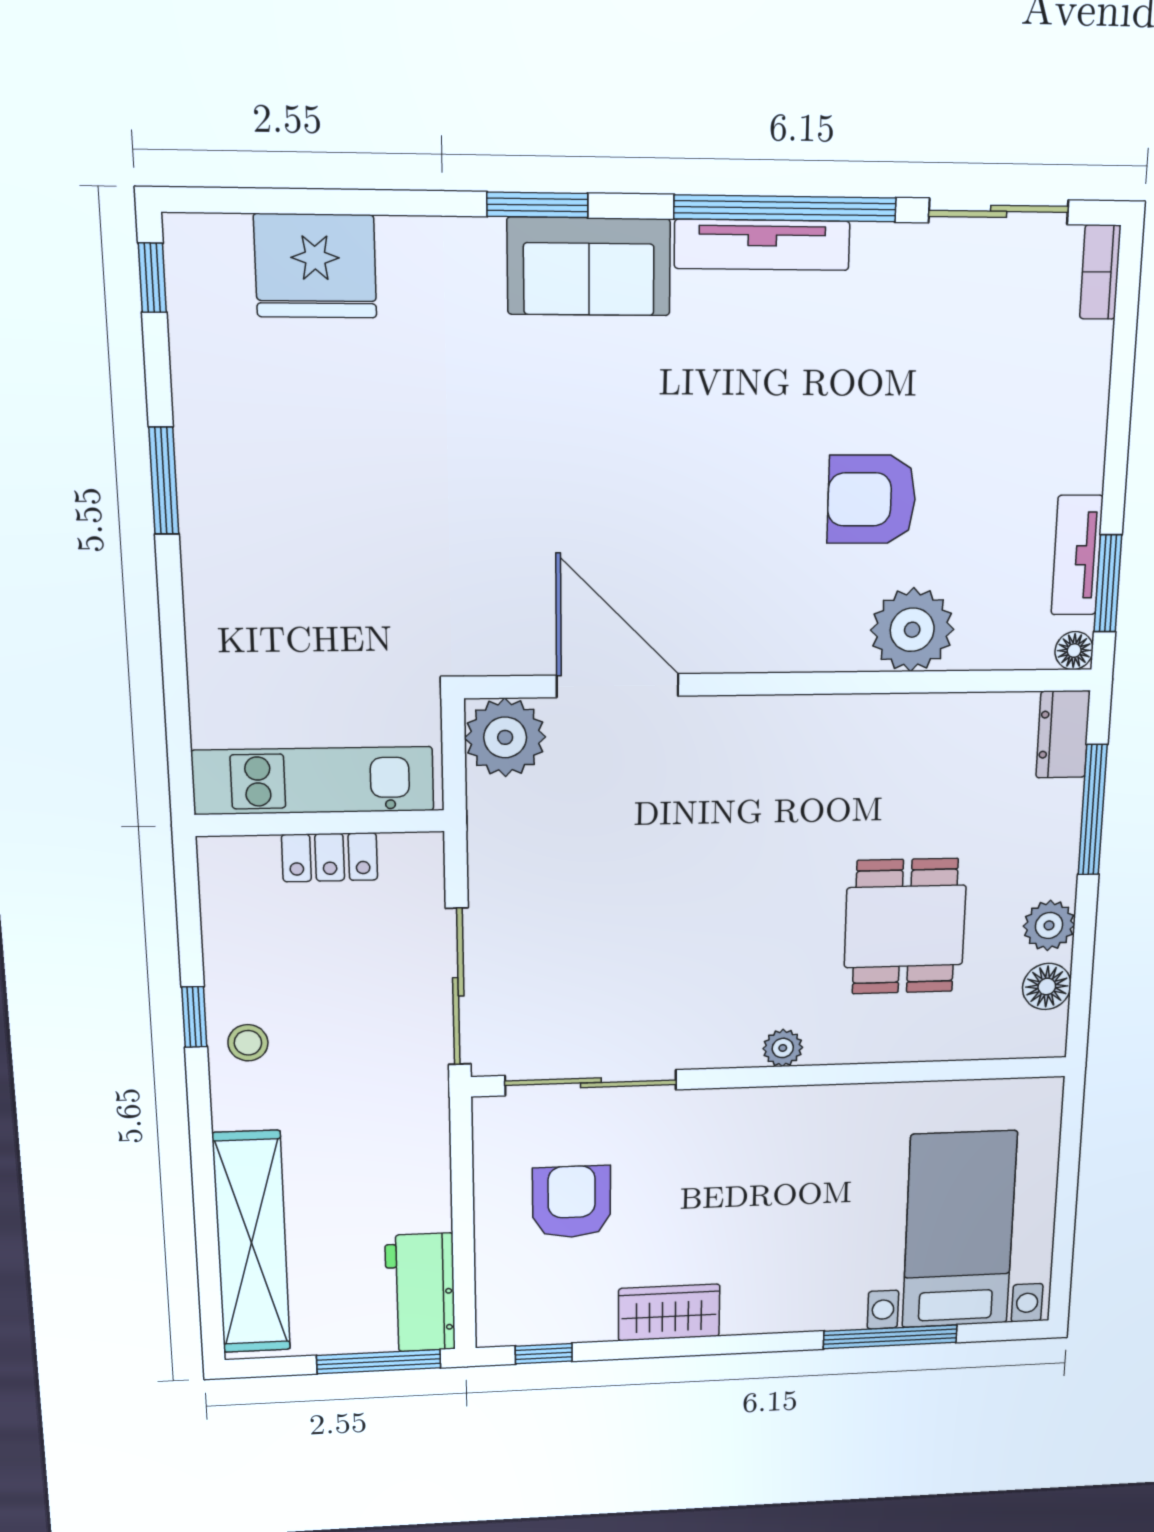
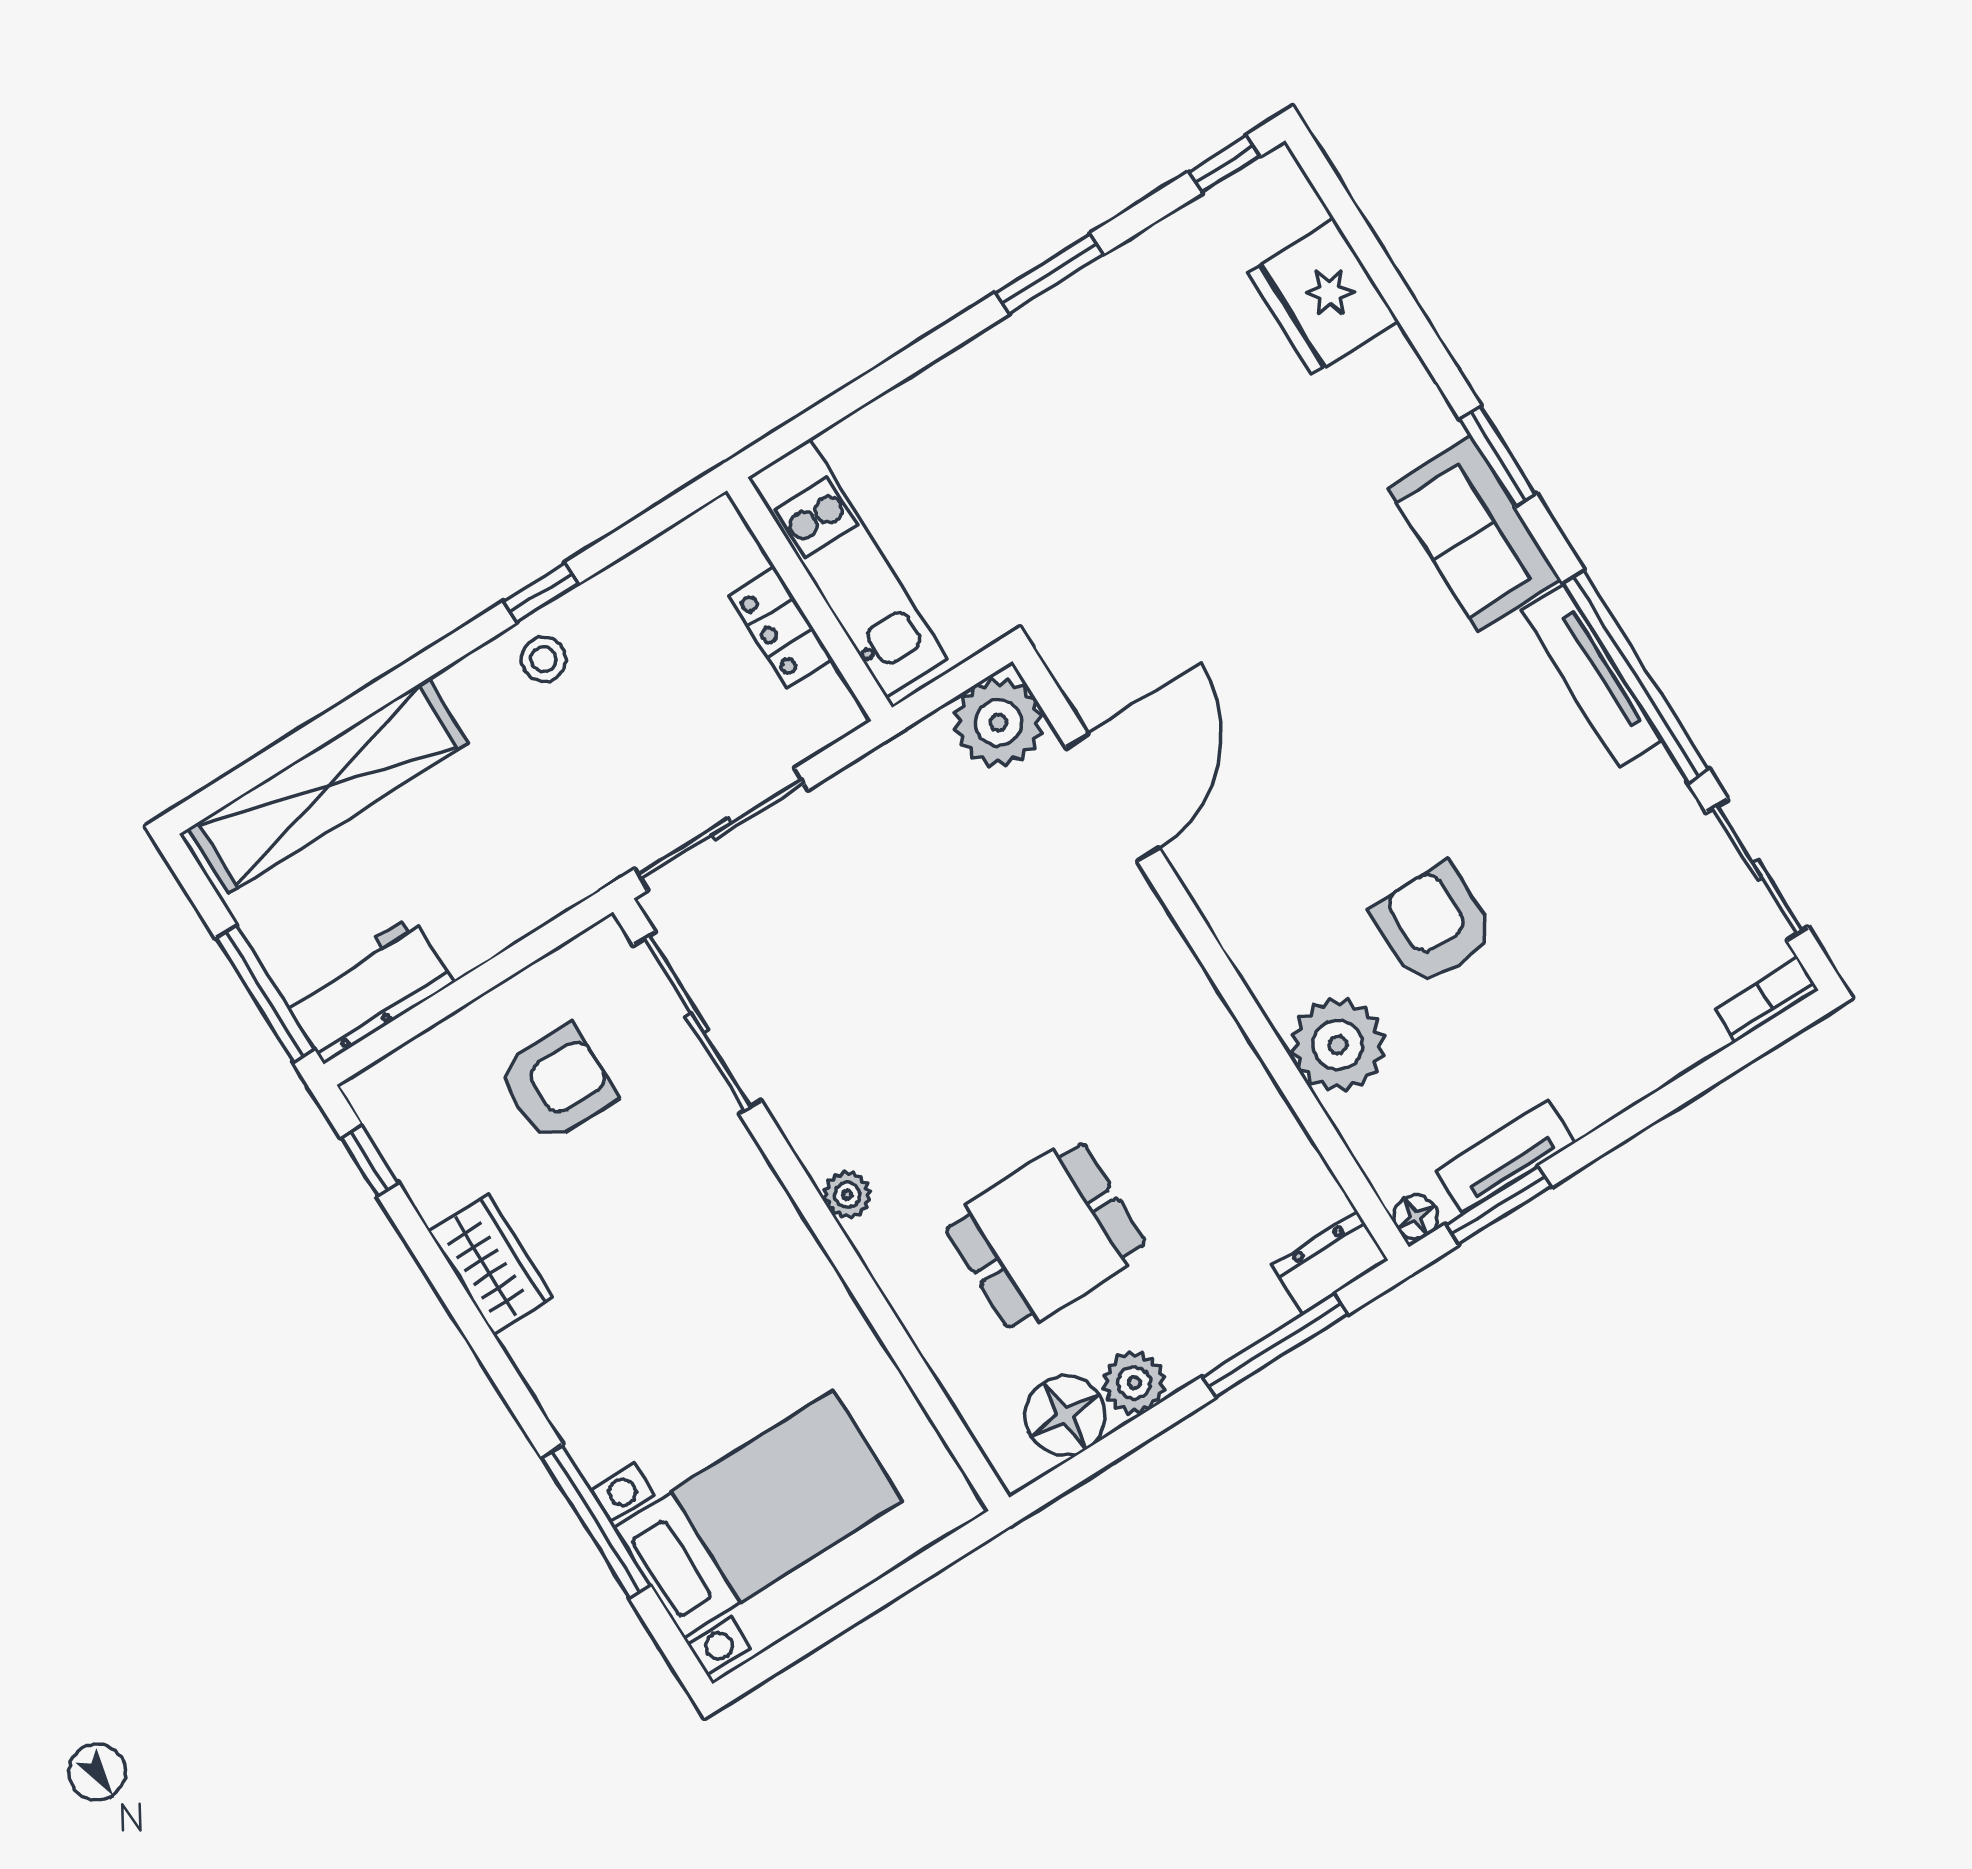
floor lamp: (1047, 986) -> (1065, 1416), width x1.38, depth x1.38

